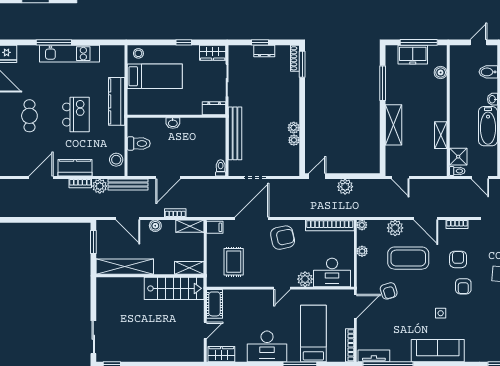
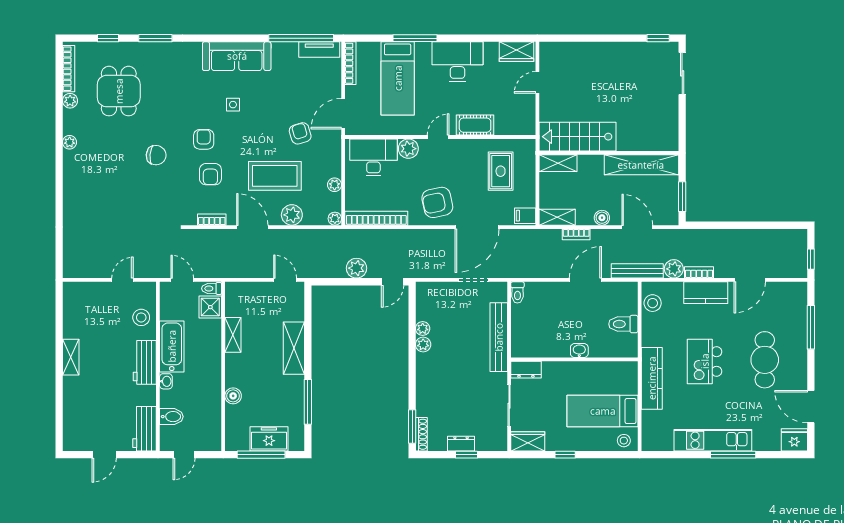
boiler: (441, 72) -> (233, 396), moved
cafe table: (29, 116) -> (765, 360), width x1.37, depth x1.35
cot: (214, 304) -> (475, 125), moved, turned 90

